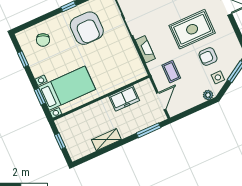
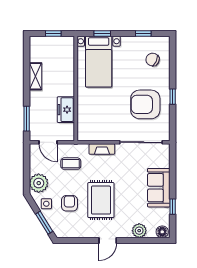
plant: (208, 95) -> (39, 183), width x1.87, depth x1.87

